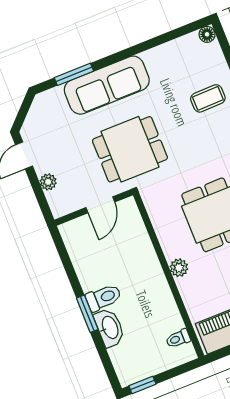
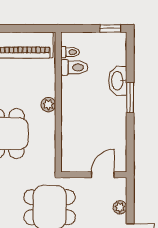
door: (100, 205) -> (103, 175), moved
toilet: (103, 298) -> (74, 67), moved, turned 180

